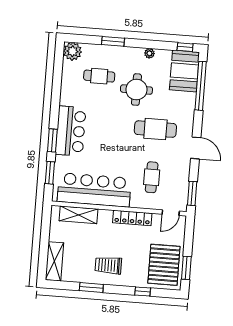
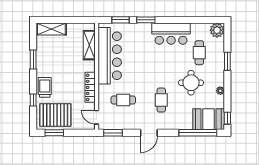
cafe table: (155, 129) -> (161, 100), width x0.73, depth x0.74
bar counter: (71, 131) -> (171, 34), moved
trolley: (108, 265) -> (45, 87), moved

